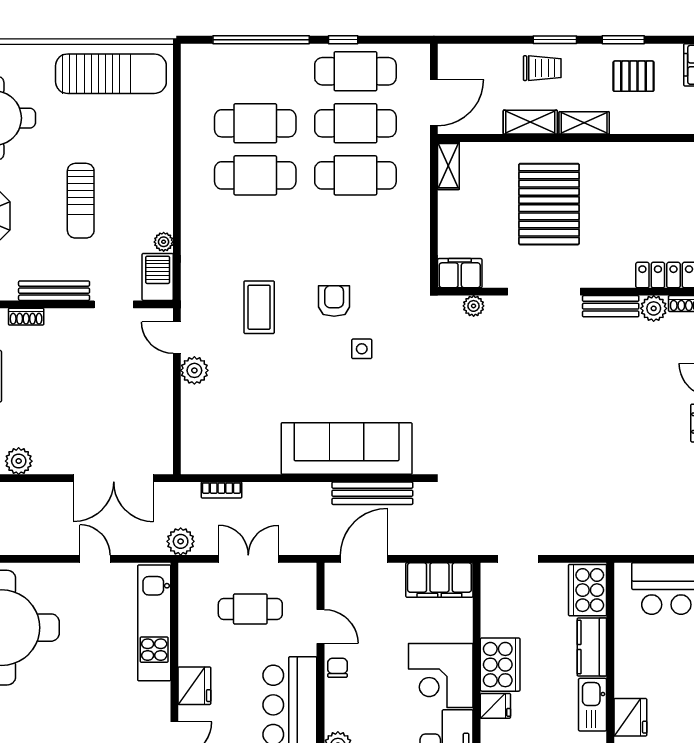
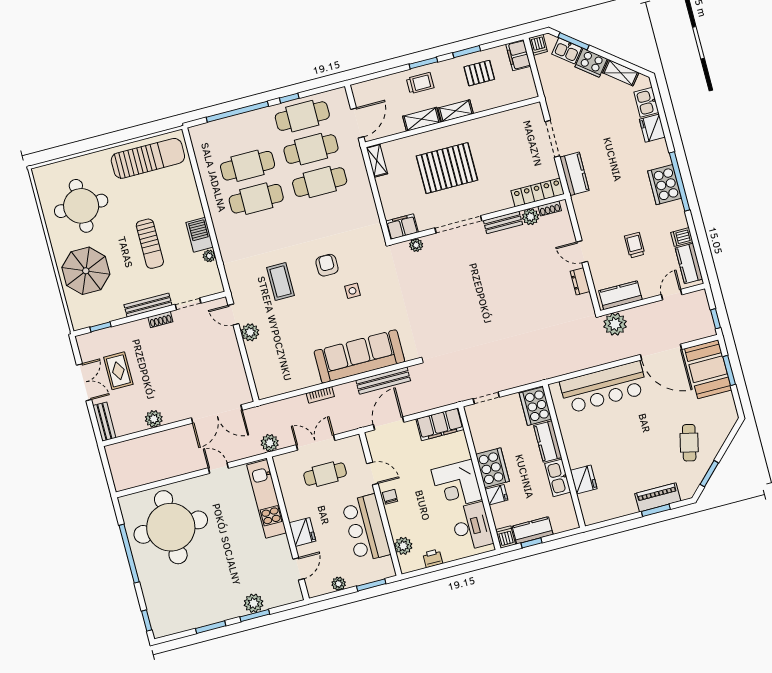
pallet: (549, 204) -> (447, 168), turned 90
barbecue: (158, 277) -> (200, 235), moved
shoe rack: (26, 317) -> (160, 319), moved
bookcase: (221, 490) -> (320, 395), moved

